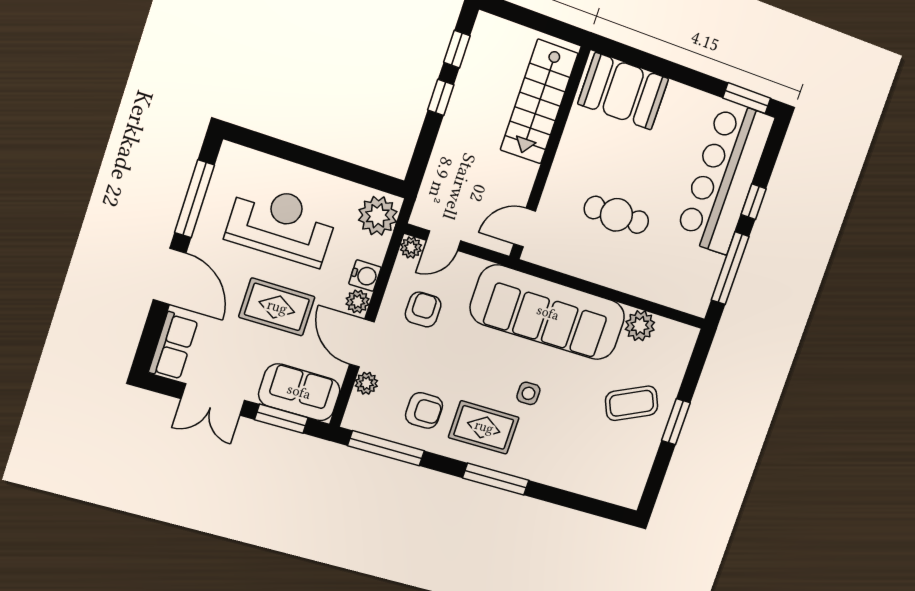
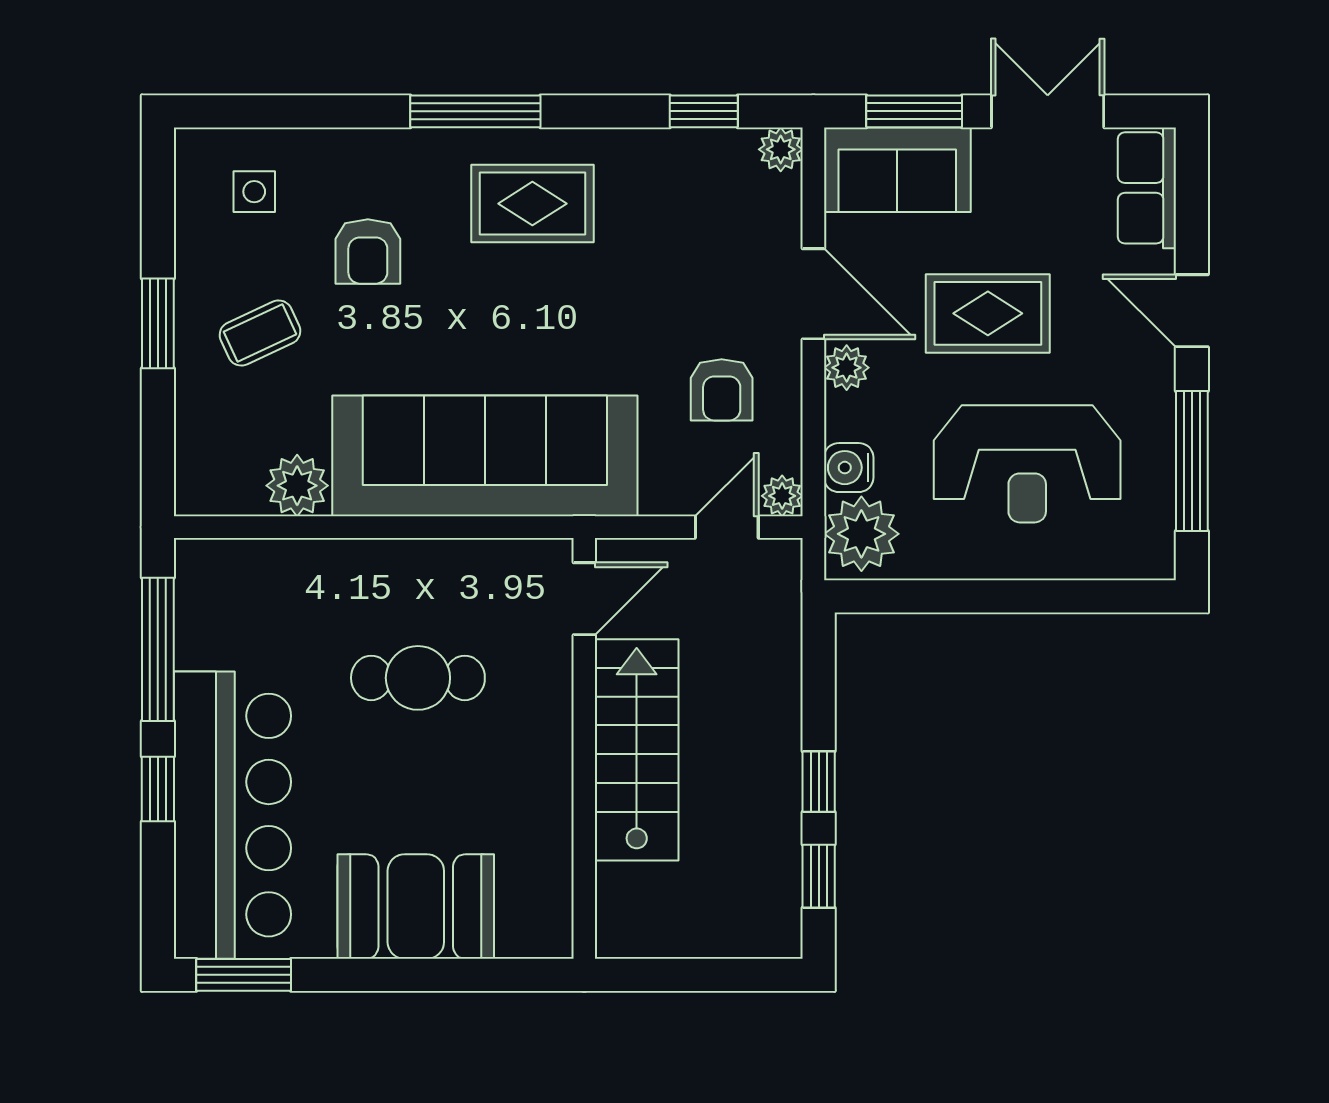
booth: (623, 91) -> (416, 907), moved
stairs: (539, 102) -> (637, 750), moved
door: (170, 276) -> (1192, 311), width x0.73
water cooler: (365, 276) -> (849, 468), moved
plant: (366, 383) -> (781, 149), moved
side table: (528, 393) -> (254, 192), moved
coffee table: (632, 403) -> (260, 333), width x0.73, depth x0.77
armchair: (424, 410) -> (368, 251), moved, turned -90
window: (386, 448) -> (704, 111), width x0.46

